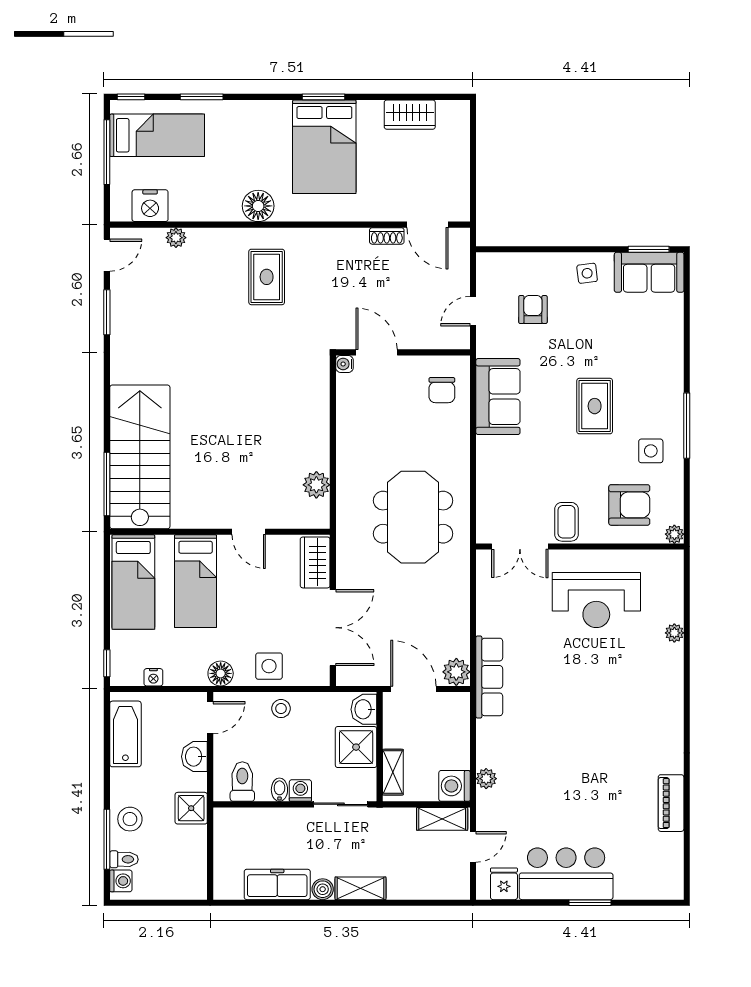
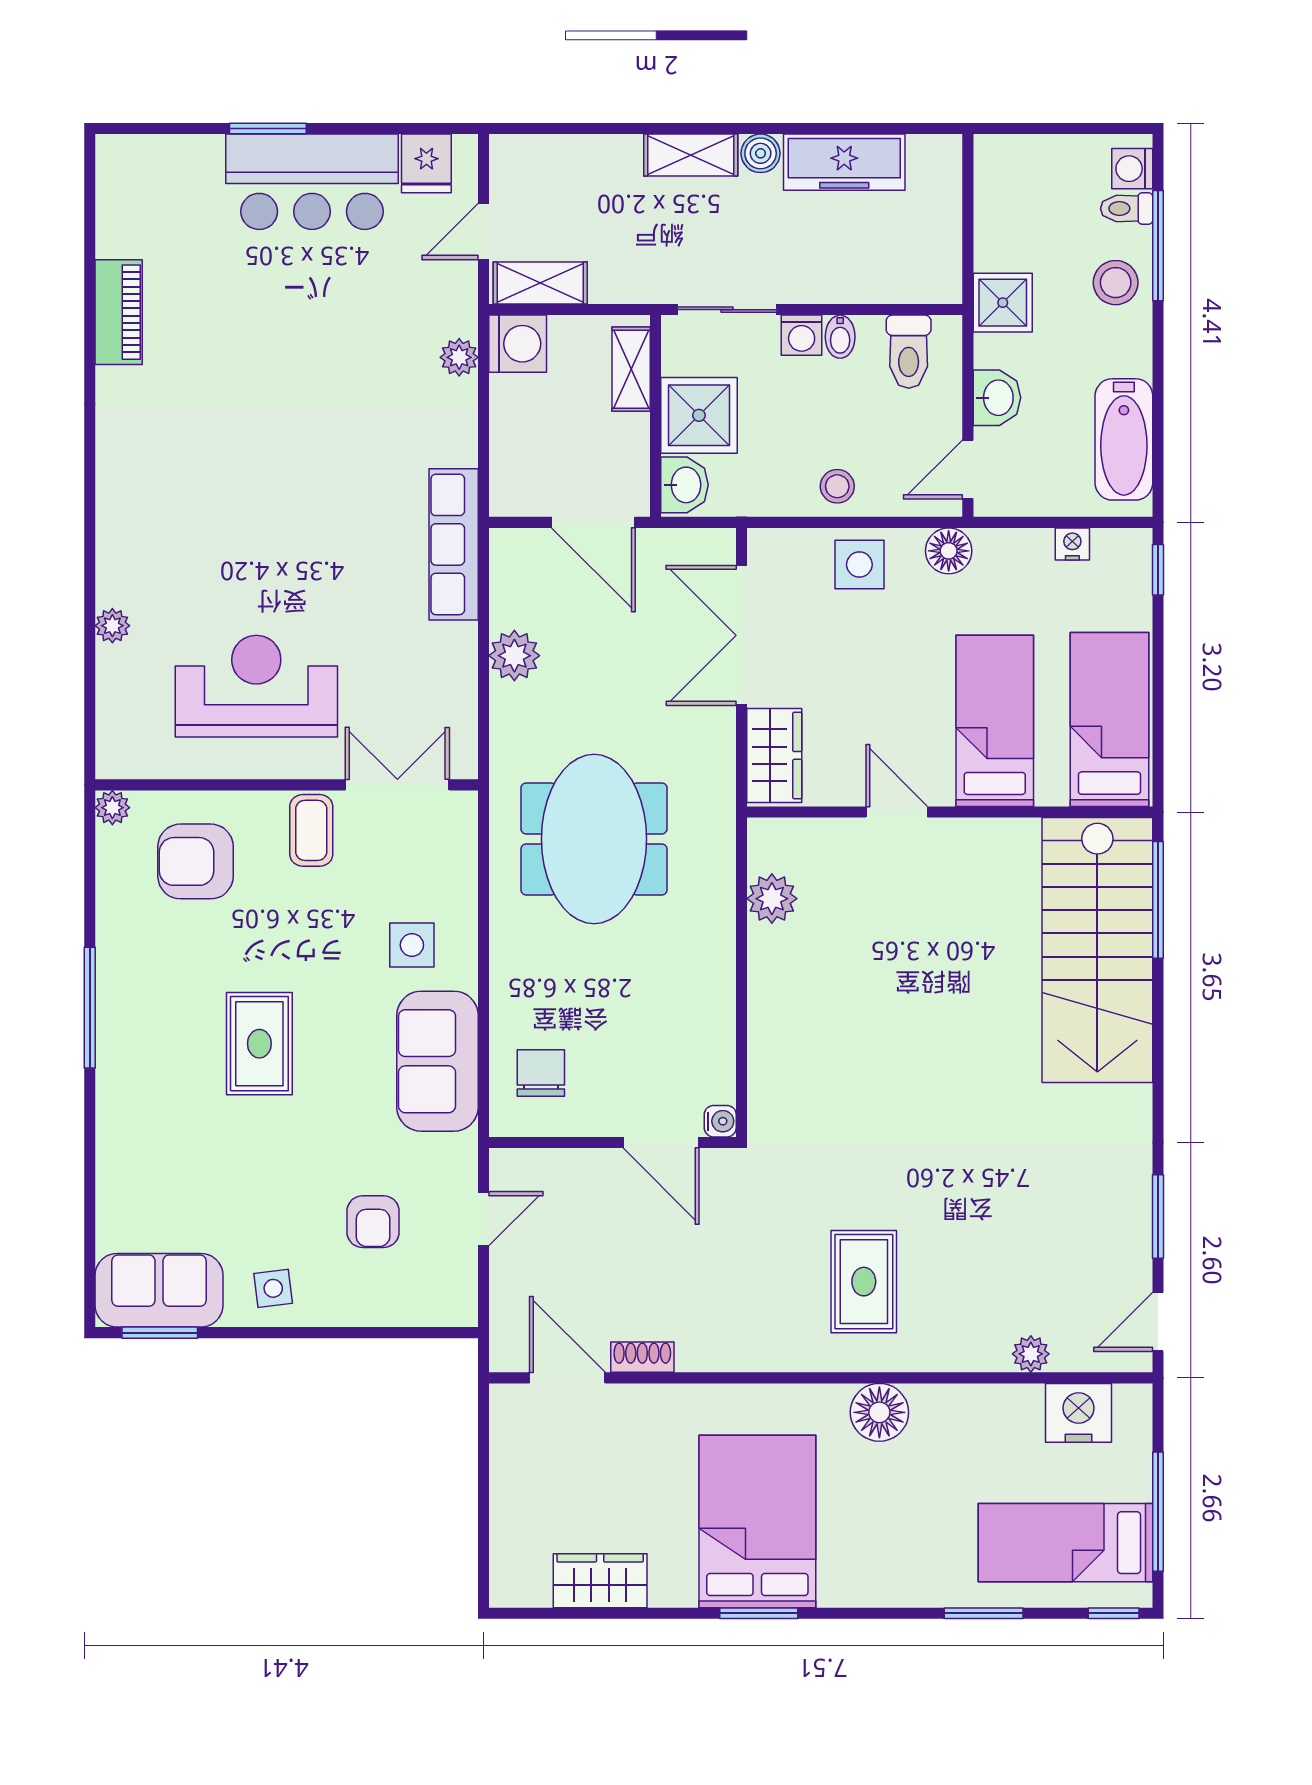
side table: (651, 451) -> (412, 945), moved
plant: (456, 672) -> (514, 656), moved

